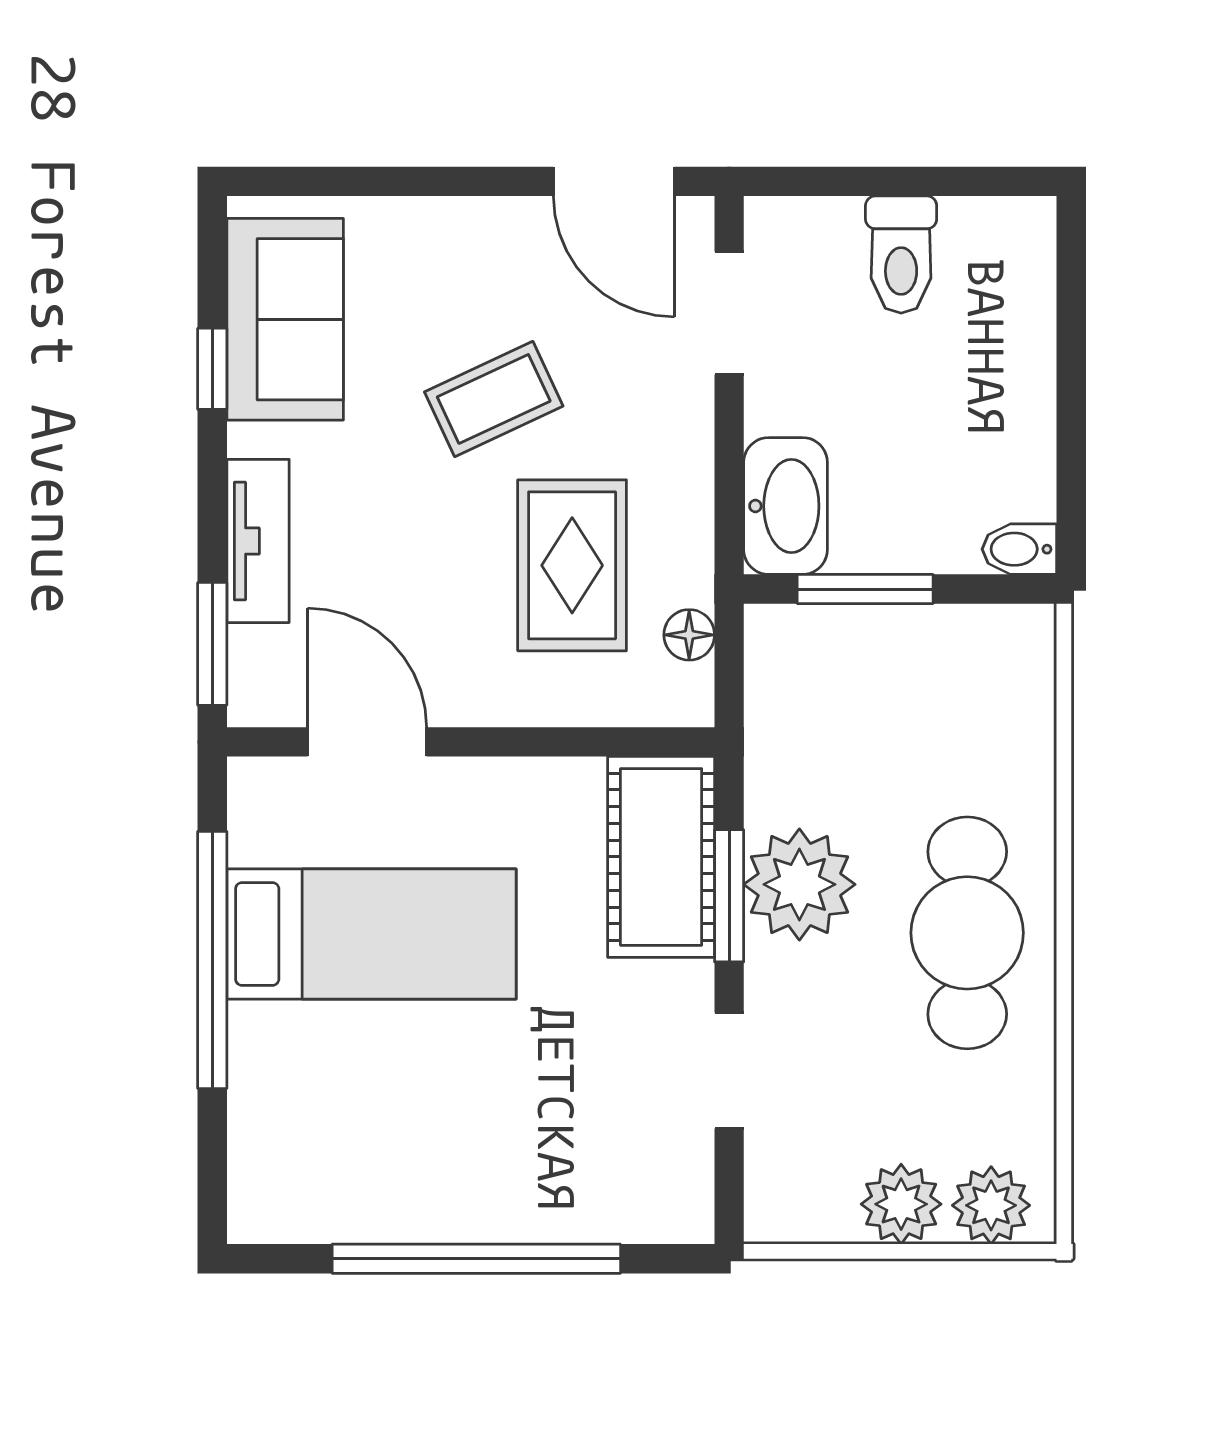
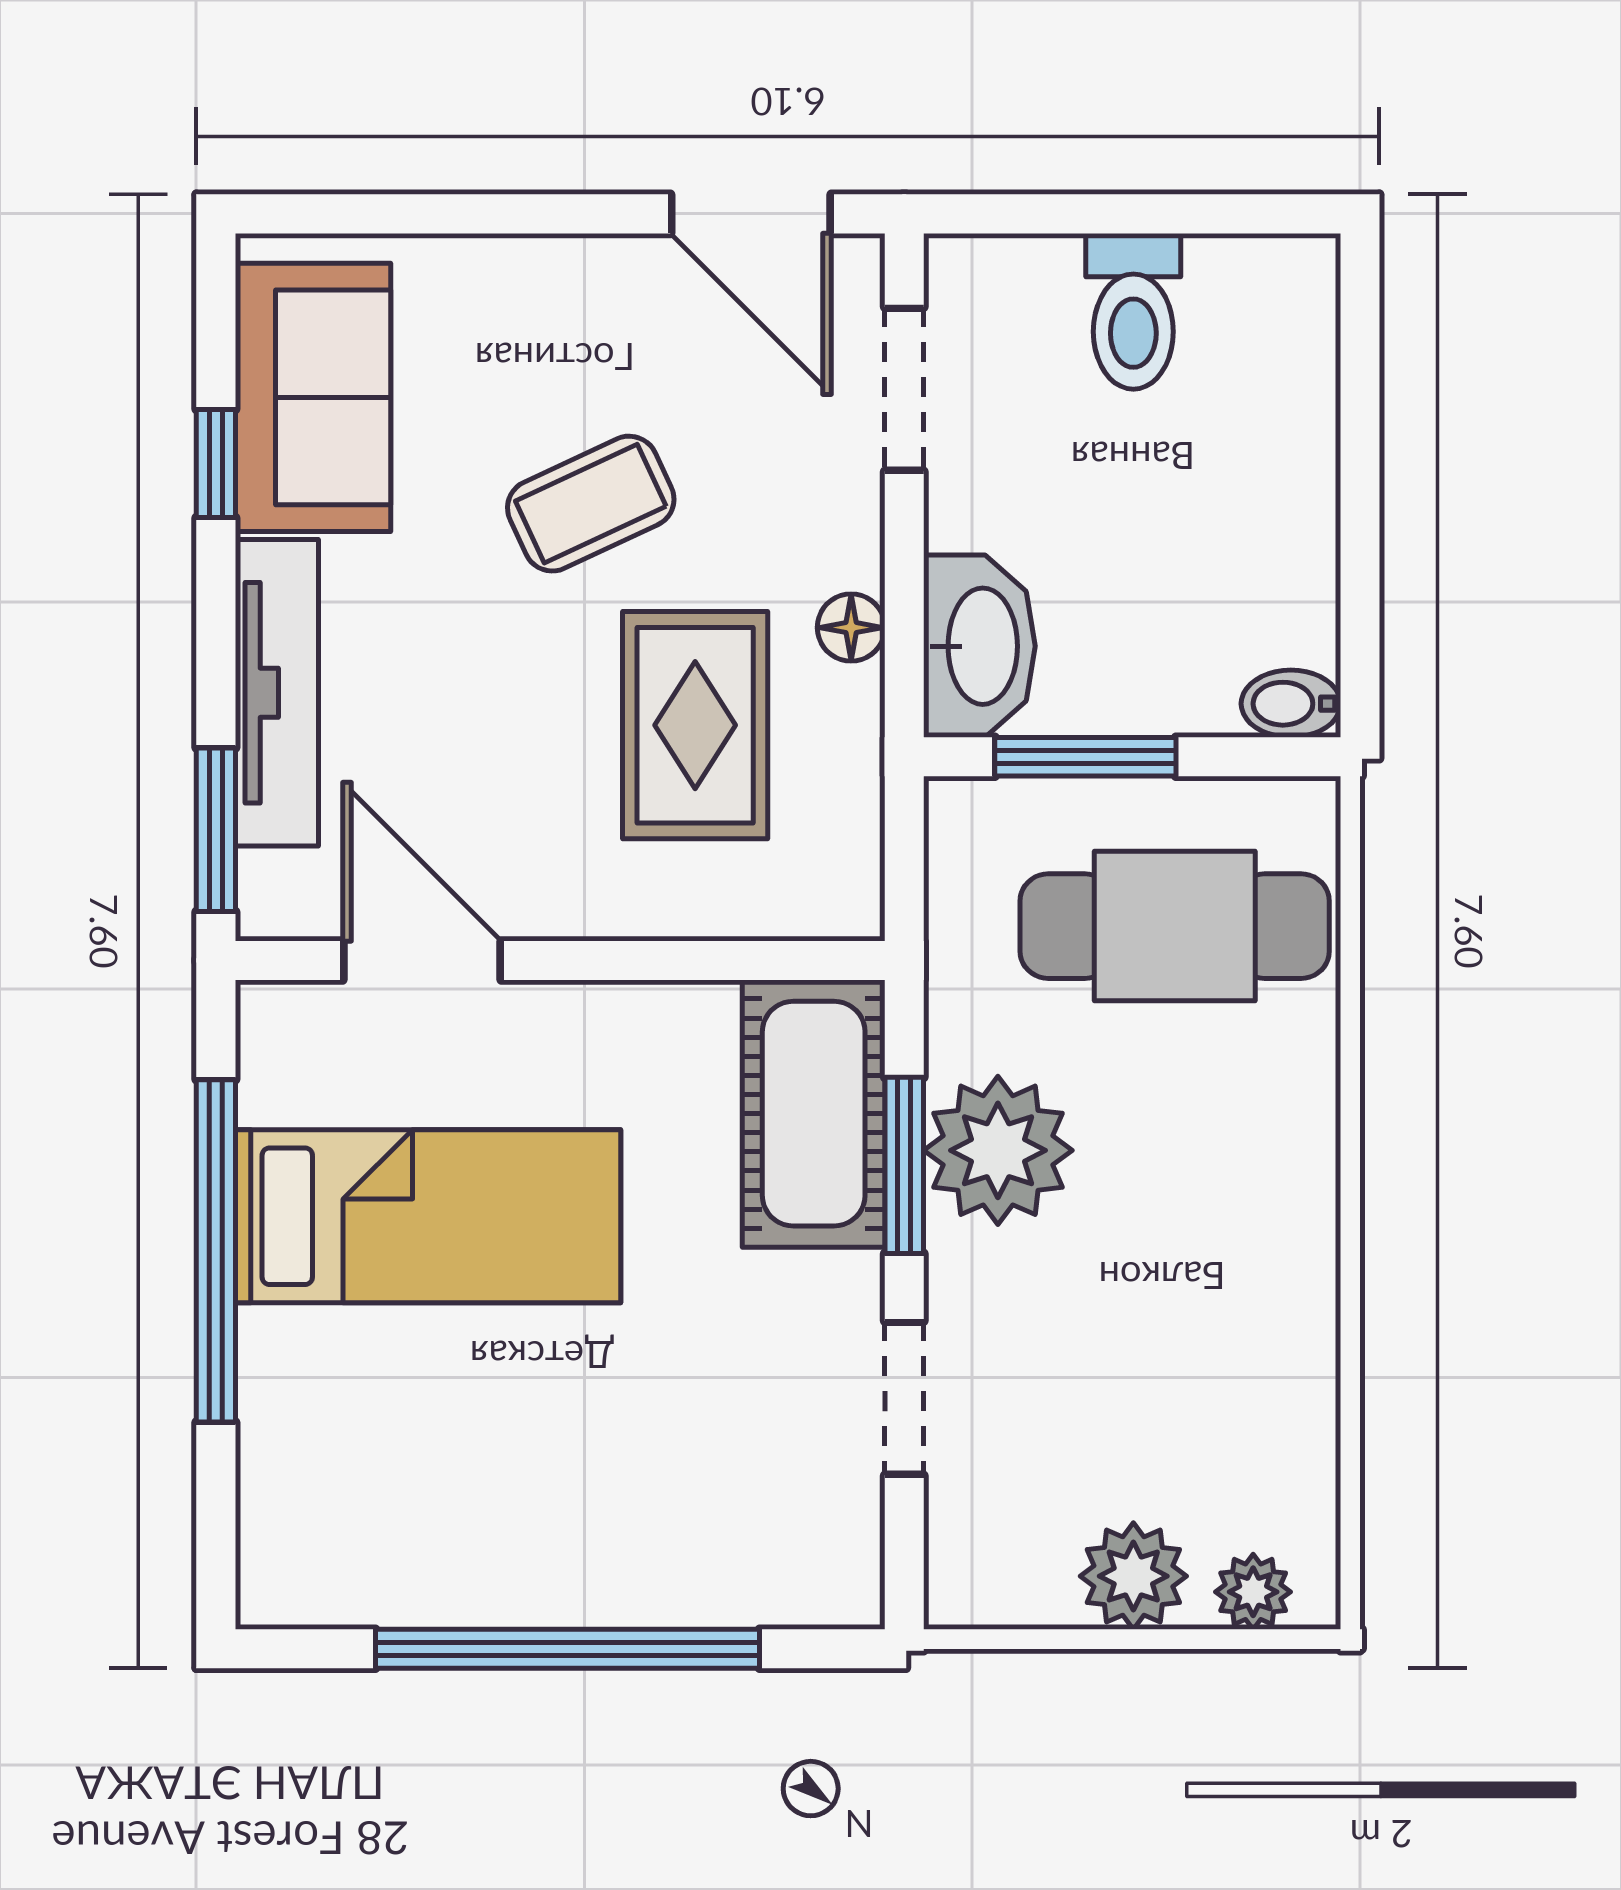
tv unit: (258, 541) -> (277, 693), width x1.41
floor lamp: (689, 635) -> (851, 628), moved
cafe table: (967, 933) -> (1175, 926), moved, turned 90
plant: (991, 1205) -> (1253, 1592), width x0.73, depth x0.73

